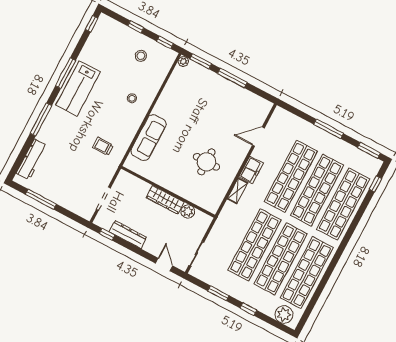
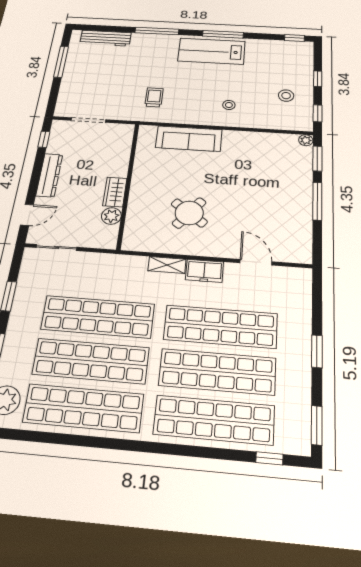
window: (328, 129) -> (317, 351), width x0.69
round table: (206, 162) -> (189, 213), turned 37
wardrobe: (165, 200) -> (115, 192), width x0.67
dresser: (128, 235) -> (49, 175), moved

